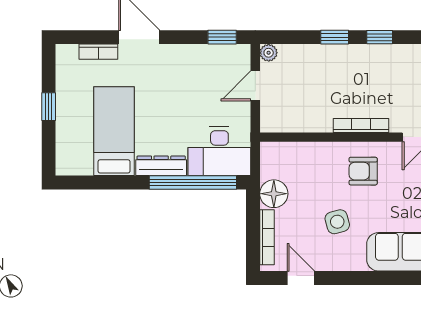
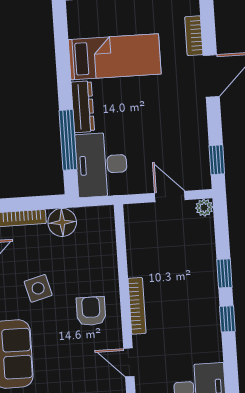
window: (193, 183) -> (68, 140), width x0.68

